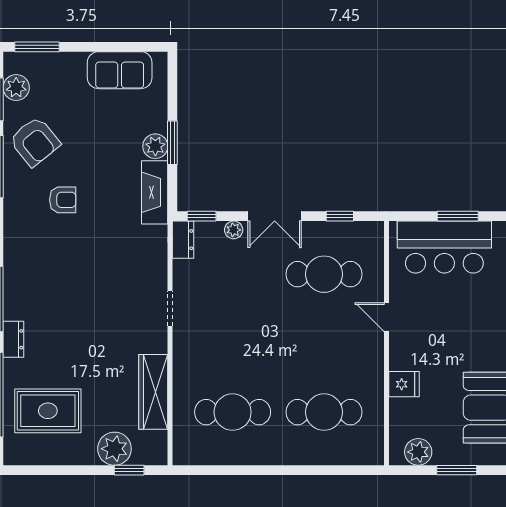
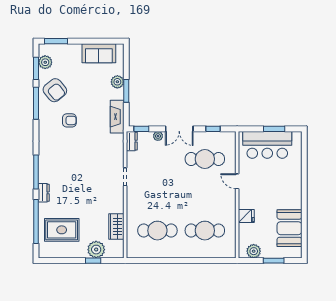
plant: (155, 146) -> (117, 82), moved
wardrobe: (153, 392) -> (116, 227), width x0.67
window: (129, 470) -> (93, 261), moved

